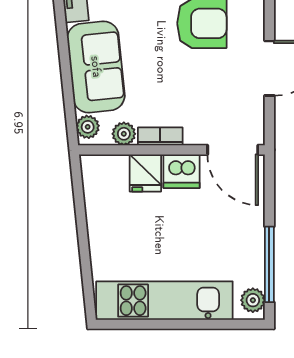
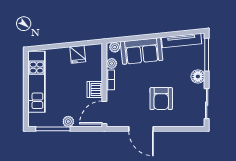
fridge: (145, 173) -> (78, 54), moved, turned -96
plant: (253, 300) -> (68, 122), moved

